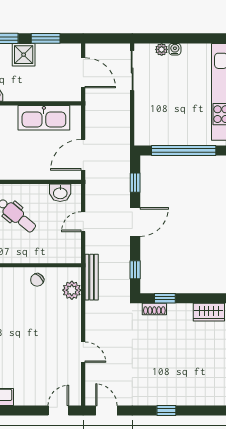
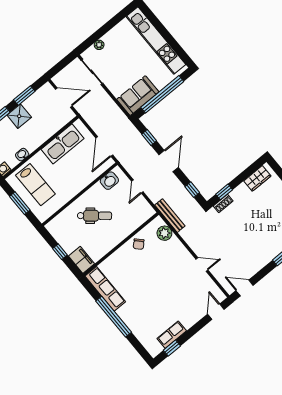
water cooler: (175, 49) -> (107, 38), removed
sofa: (158, 132) -> (138, 96), added

